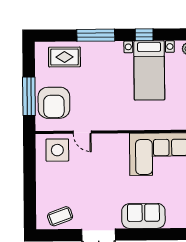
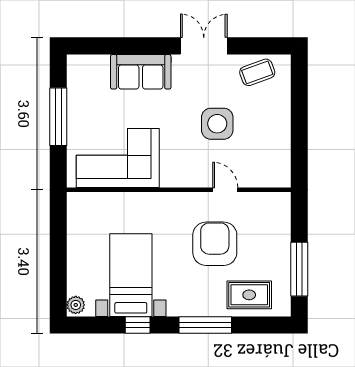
window: (29, 96) -> (299, 269), moved
armchair: (54, 103) -> (215, 244), moved
side table: (57, 150) -> (217, 124), moved

